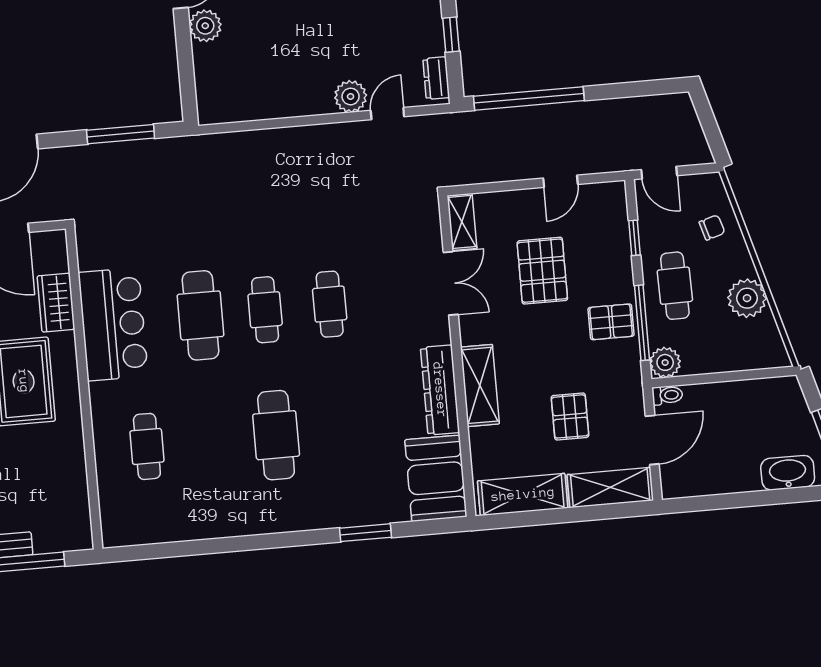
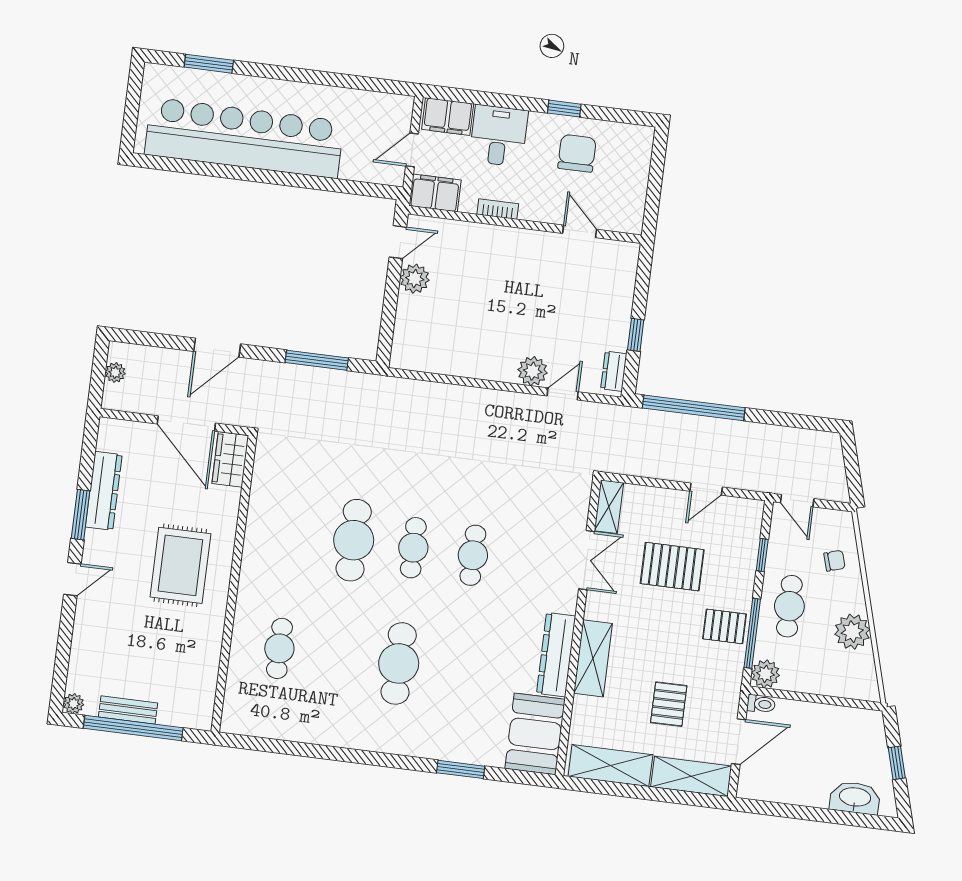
pallet: (542, 271) -> (672, 567), turned 90
wardrobe: (56, 303) -> (230, 459), moved
bar counter: (113, 324) -> (273, 531), removed

